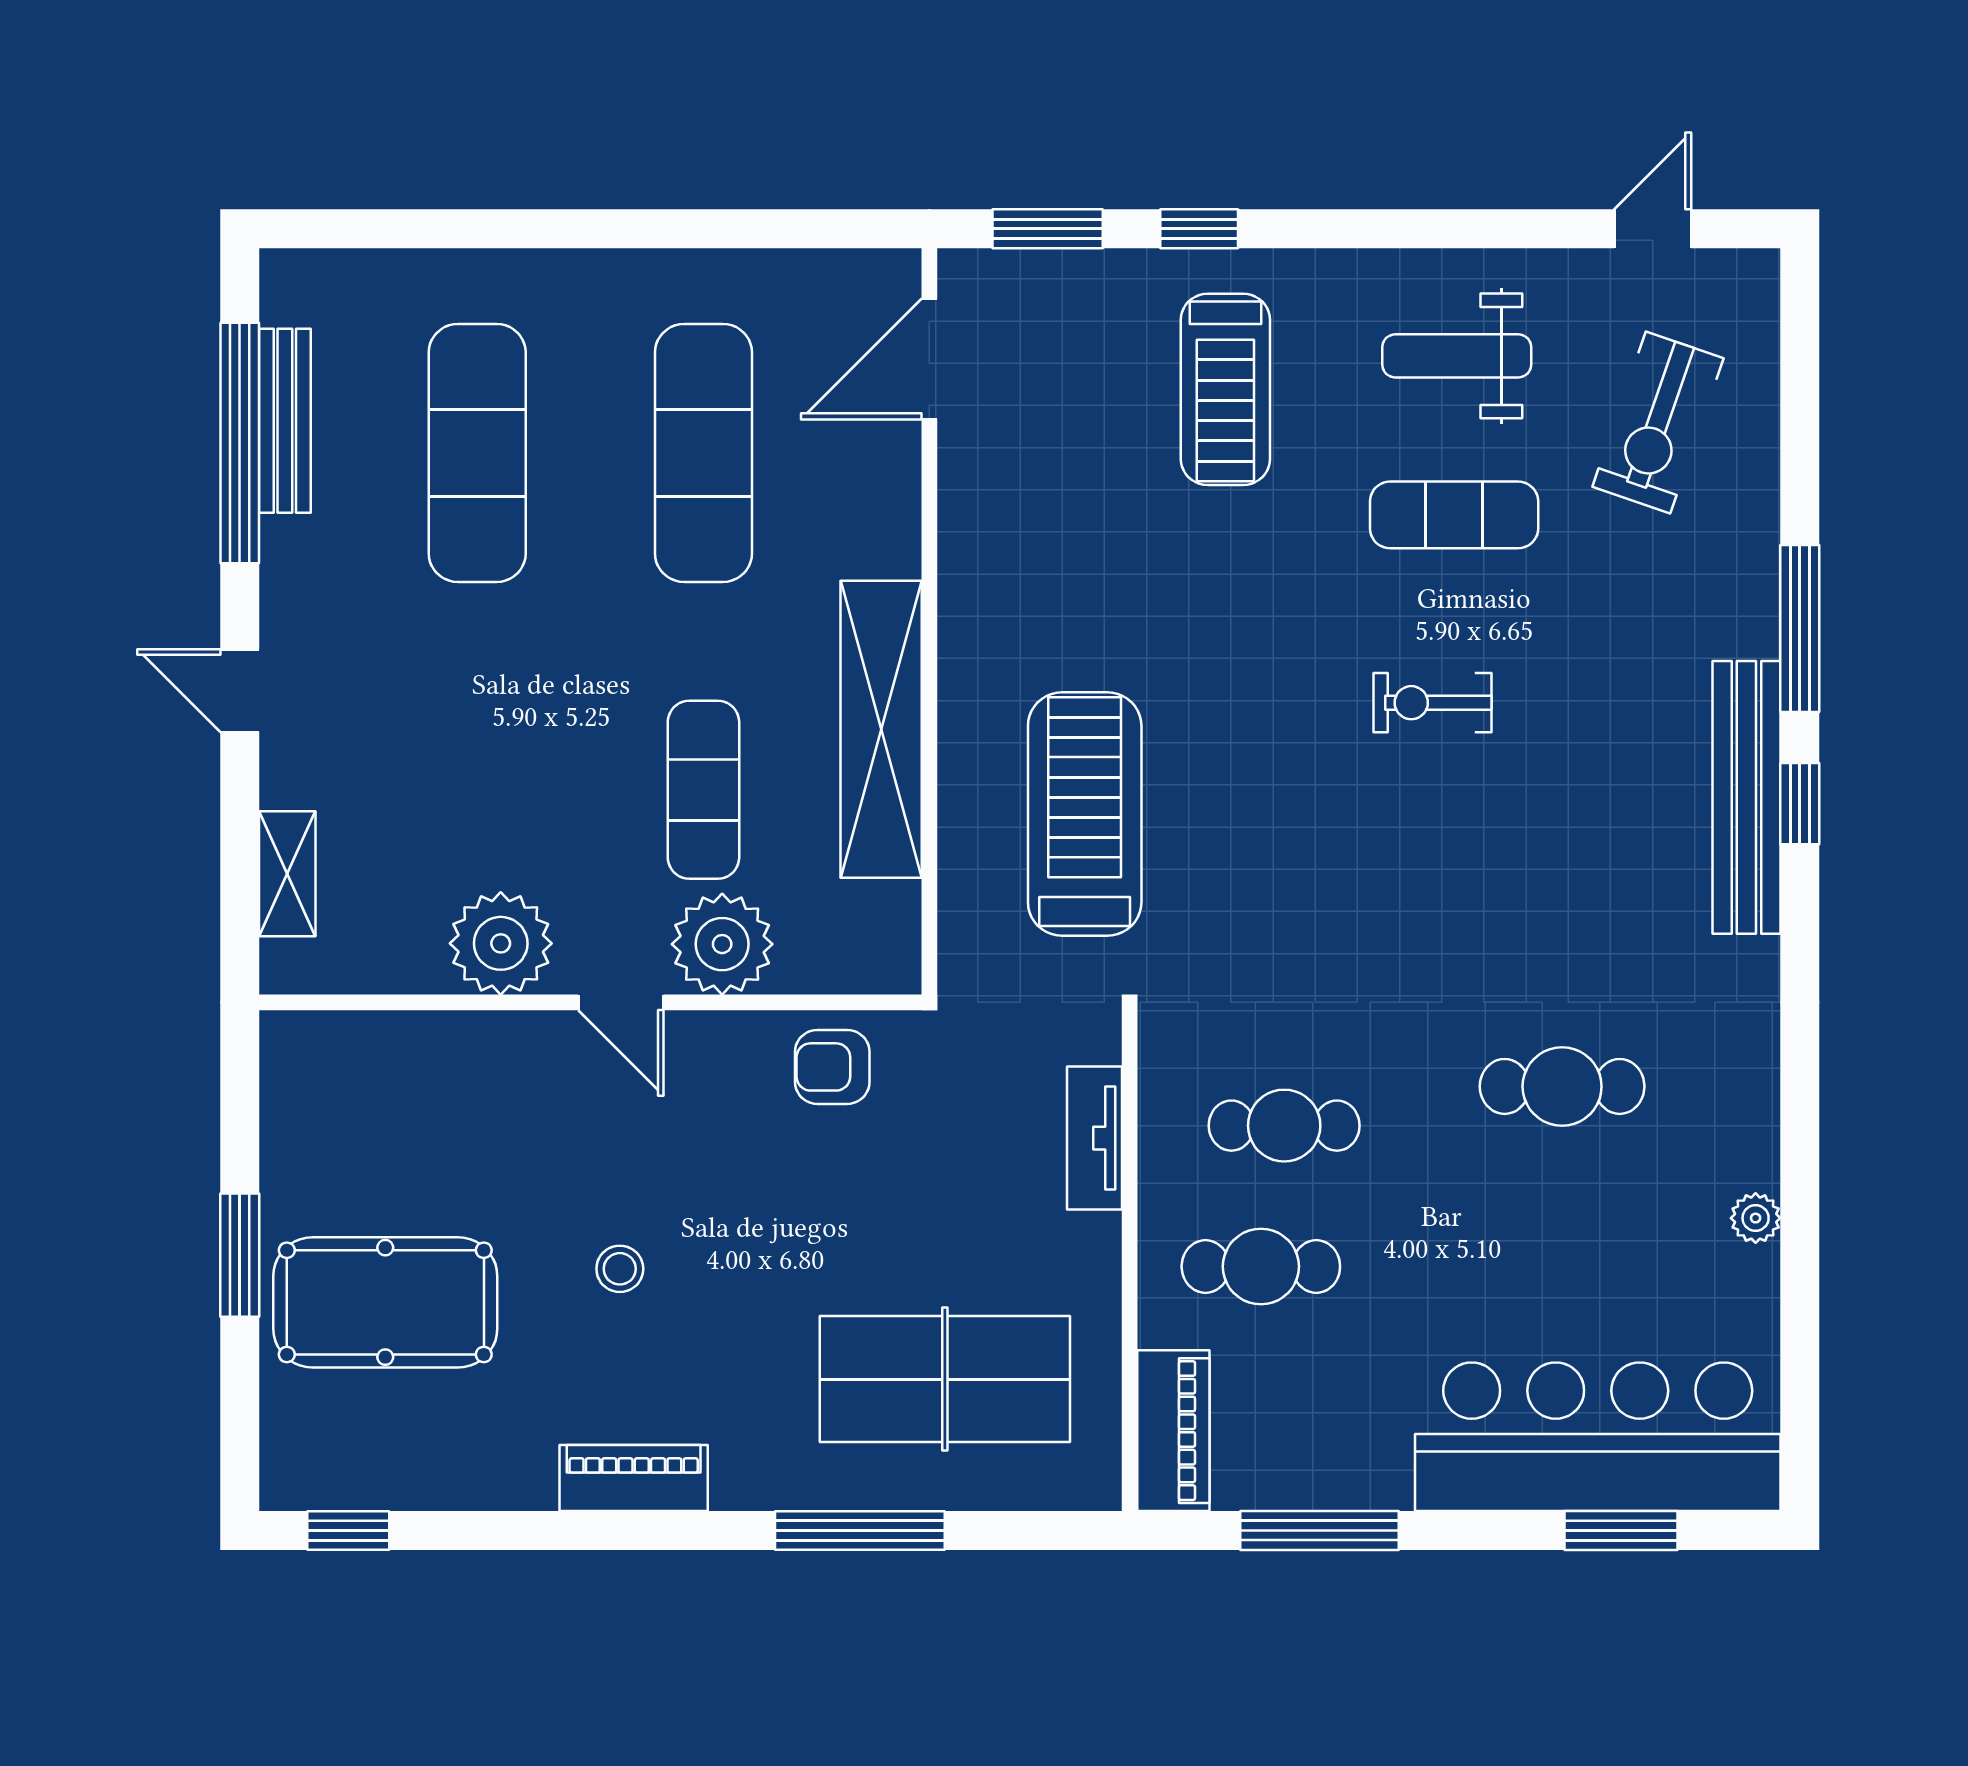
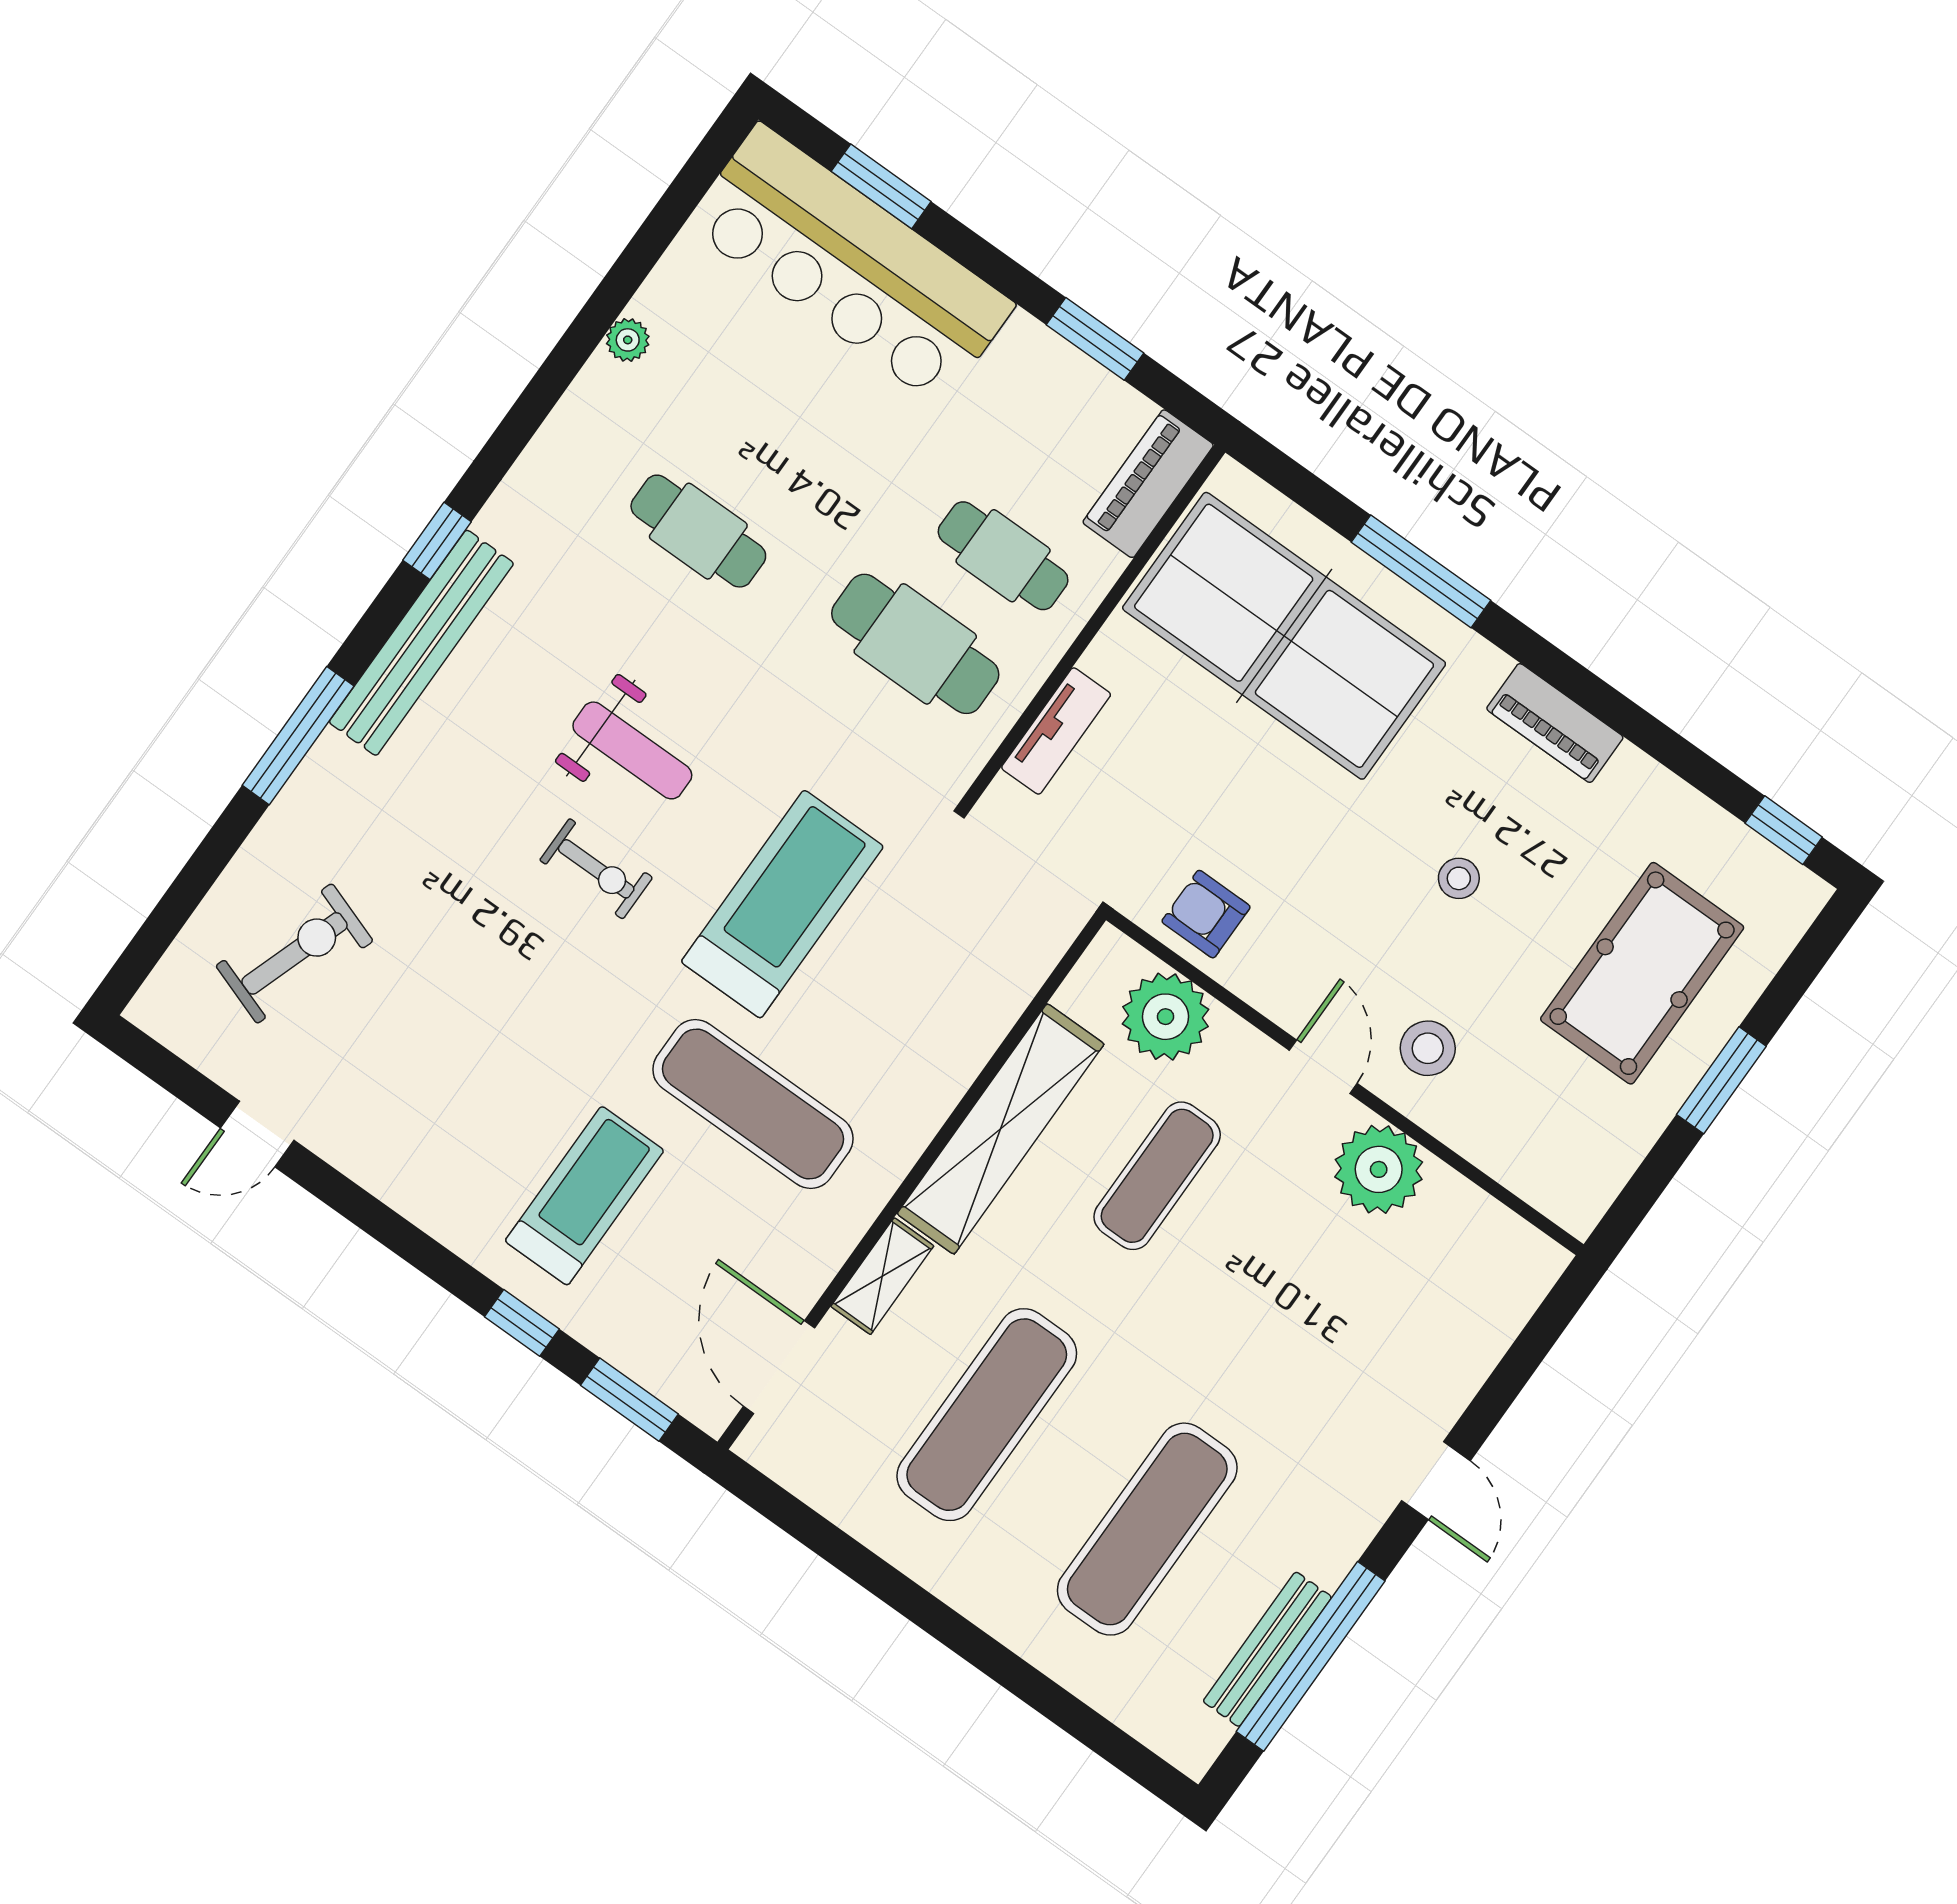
door: (1653, 229) -> (257, 1134), moved
weight bench: (1457, 356) -> (632, 750), moved
door: (929, 359) -> (779, 1367), swing flipped
exercise mat: (1454, 515) -> (753, 1104), moved, width x1.36, depth x1.45
window: (1800, 804) -> (437, 541), moved
treadmill: (1085, 814) -> (782, 904), moved, turned 180
shelving: (287, 874) -> (882, 1276), moved
plant: (722, 944) -> (1166, 1017), moved
armchair: (832, 1067) -> (1206, 914), turned 180
stool: (536, 1089) -> (1428, 1048), added
cafe table: (1284, 1126) -> (915, 644), width x1.37, depth x1.35
pool table: (385, 1302) -> (1642, 973), turned 90
table tennis table: (945, 1379) -> (1284, 636), width x1.36, depth x1.32
window: (1320, 1531) -> (1095, 339), width x0.69

